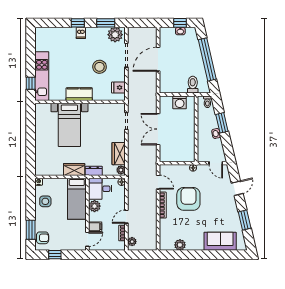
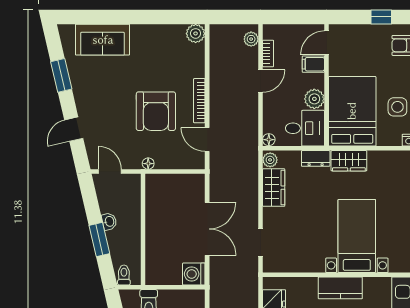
washing machine: (180, 102) -> (194, 274), moved, turned -90
bed: (77, 199) -> (352, 111), width x1.50
plant: (180, 245) -> (196, 33), moved

